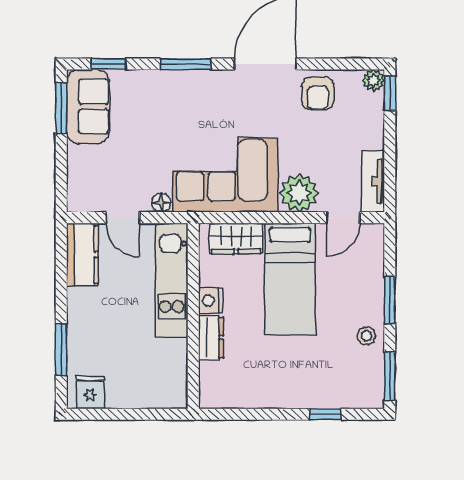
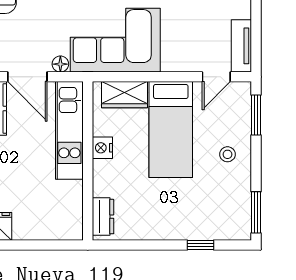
plant: (299, 193) -> (178, 56), removed
door: (123, 218) -> (27, 77), width x1.38
window: (390, 300) -> (256, 115), moved
stool: (366, 336) -> (227, 154), moved
dresser: (211, 338) -> (103, 217), moved

